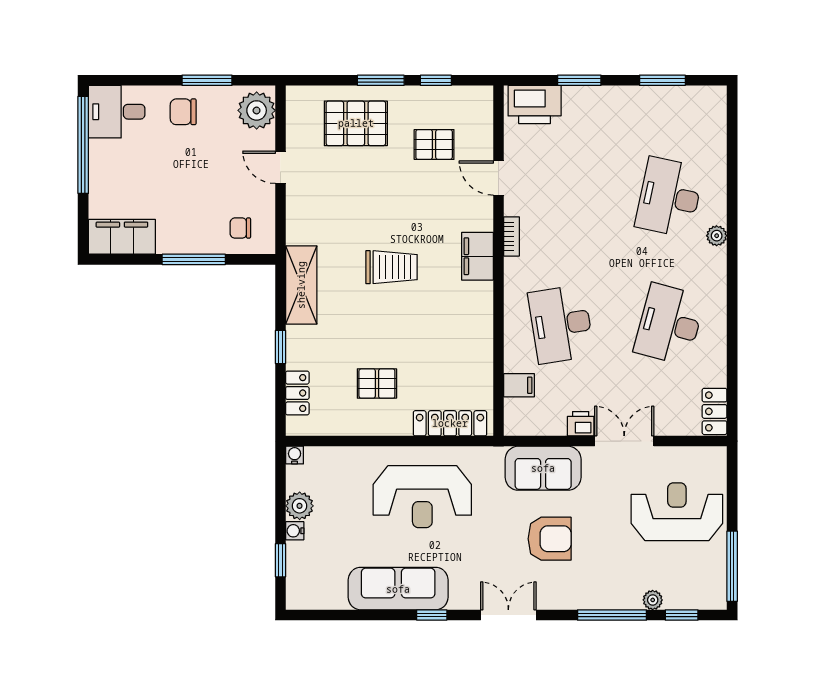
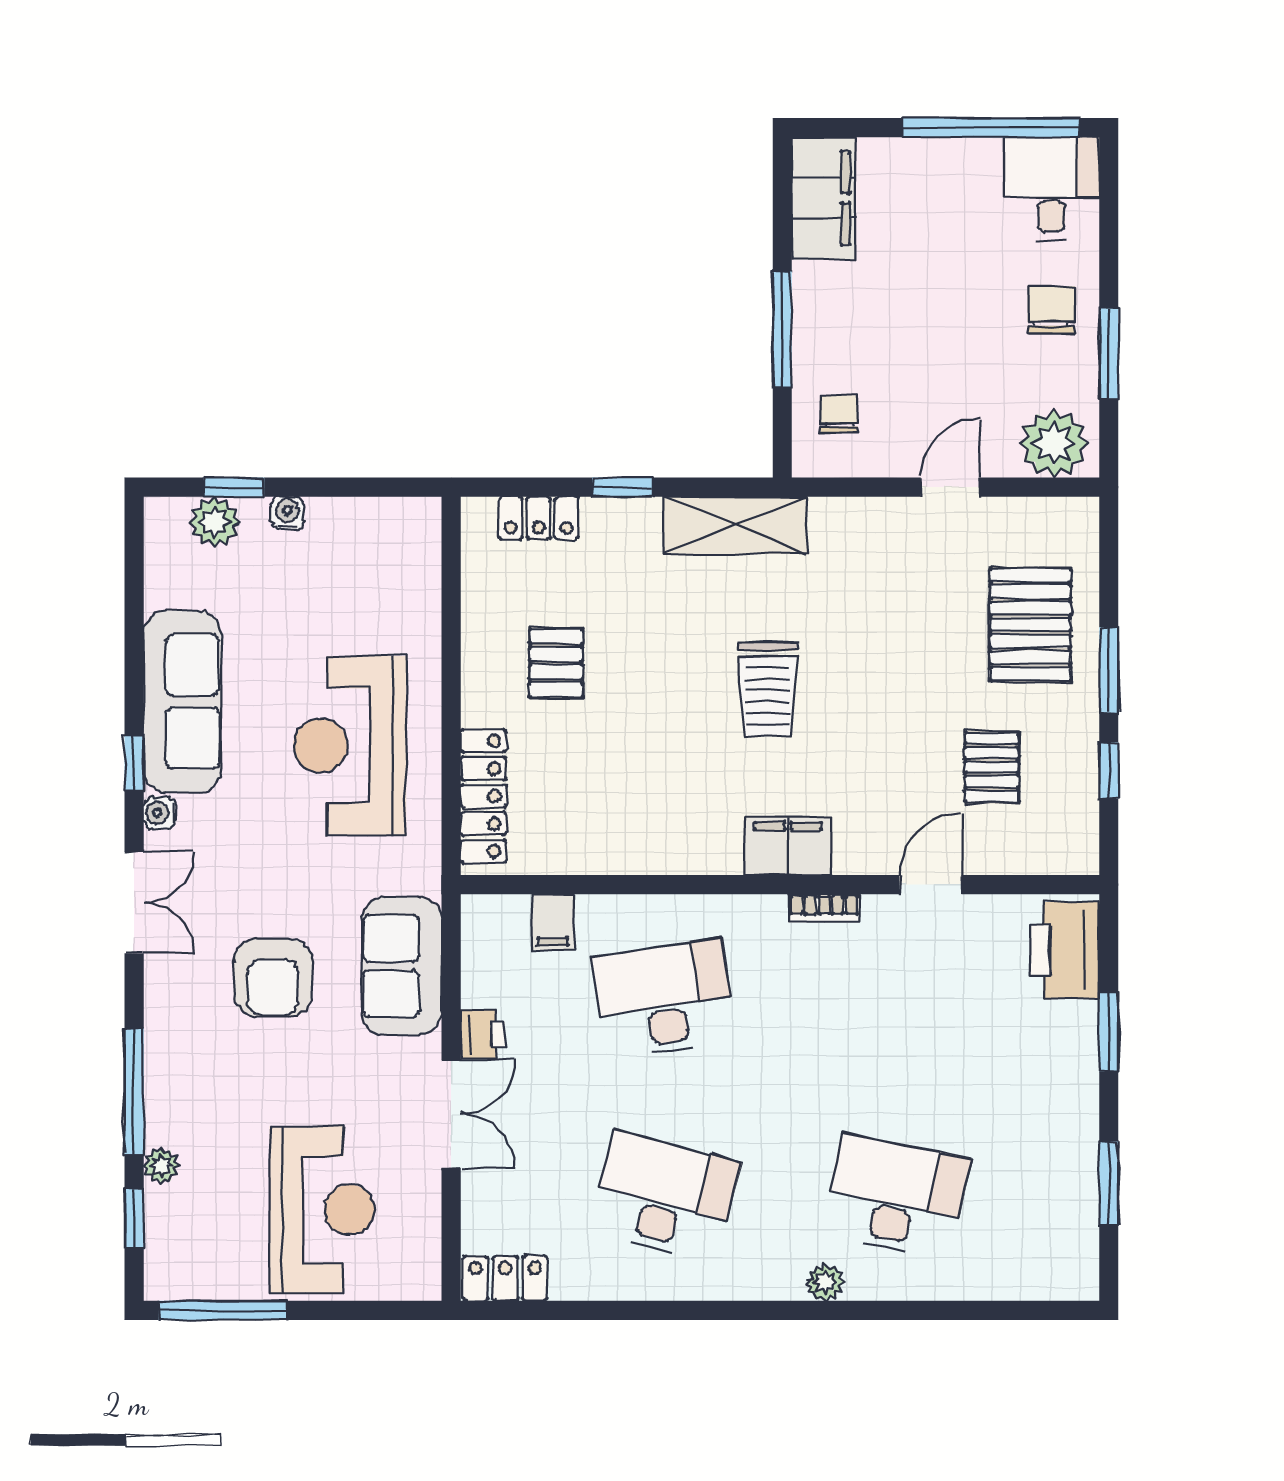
water cooler: (295, 455) -> (160, 813), moved, turned 180
plant: (300, 506) -> (214, 522), moved

